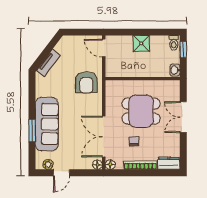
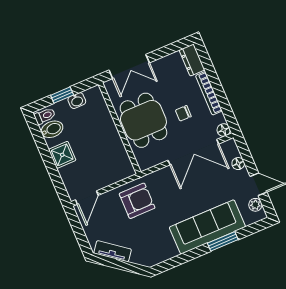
bidet: (162, 44) -> (52, 129), added
window: (183, 50) -> (62, 95), moved
tv unit: (48, 63) -> (113, 251), moved
wall: (143, 79) -> (120, 128), moved
floor lamp: (97, 165) -> (238, 164), moved

